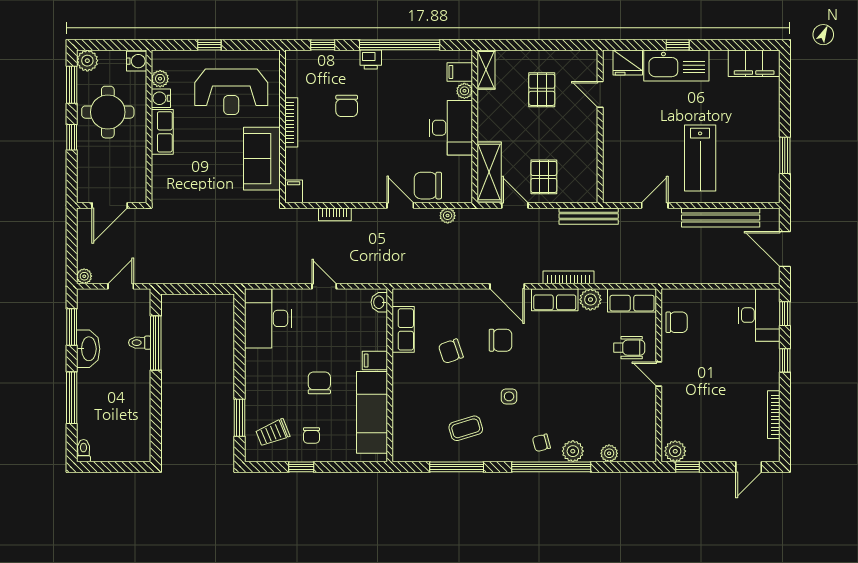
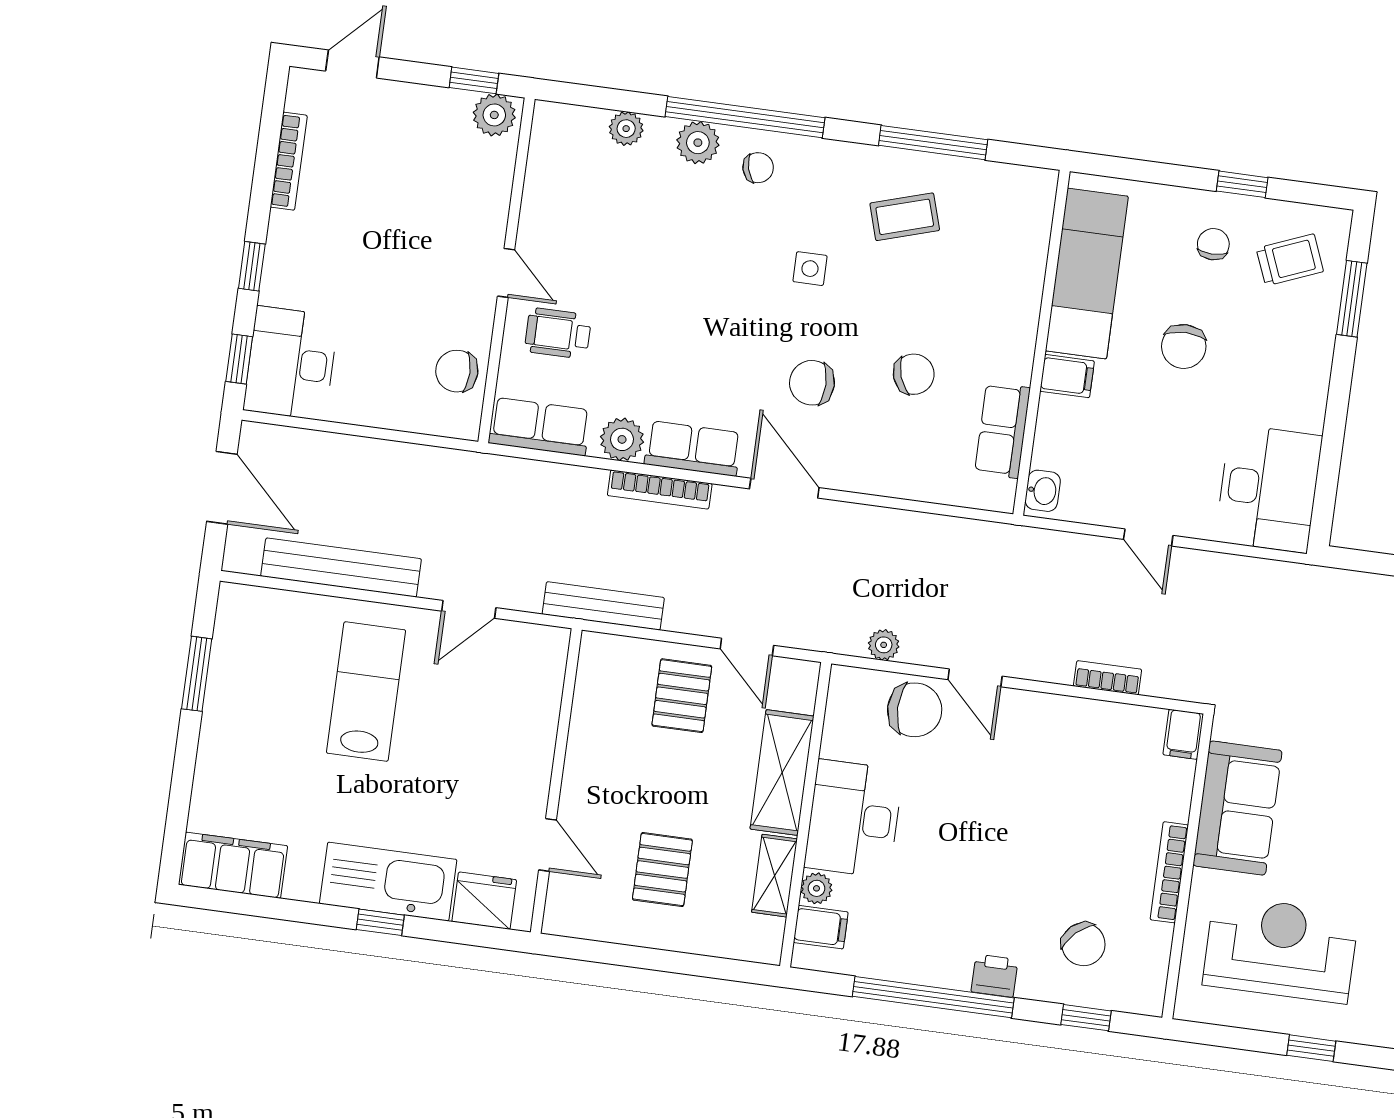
shelving: (486, 70) -> (775, 876), moved
chair: (347, 106) -> (1083, 944), moved, turned 137
shelving: (489, 172) -> (782, 773), moved

